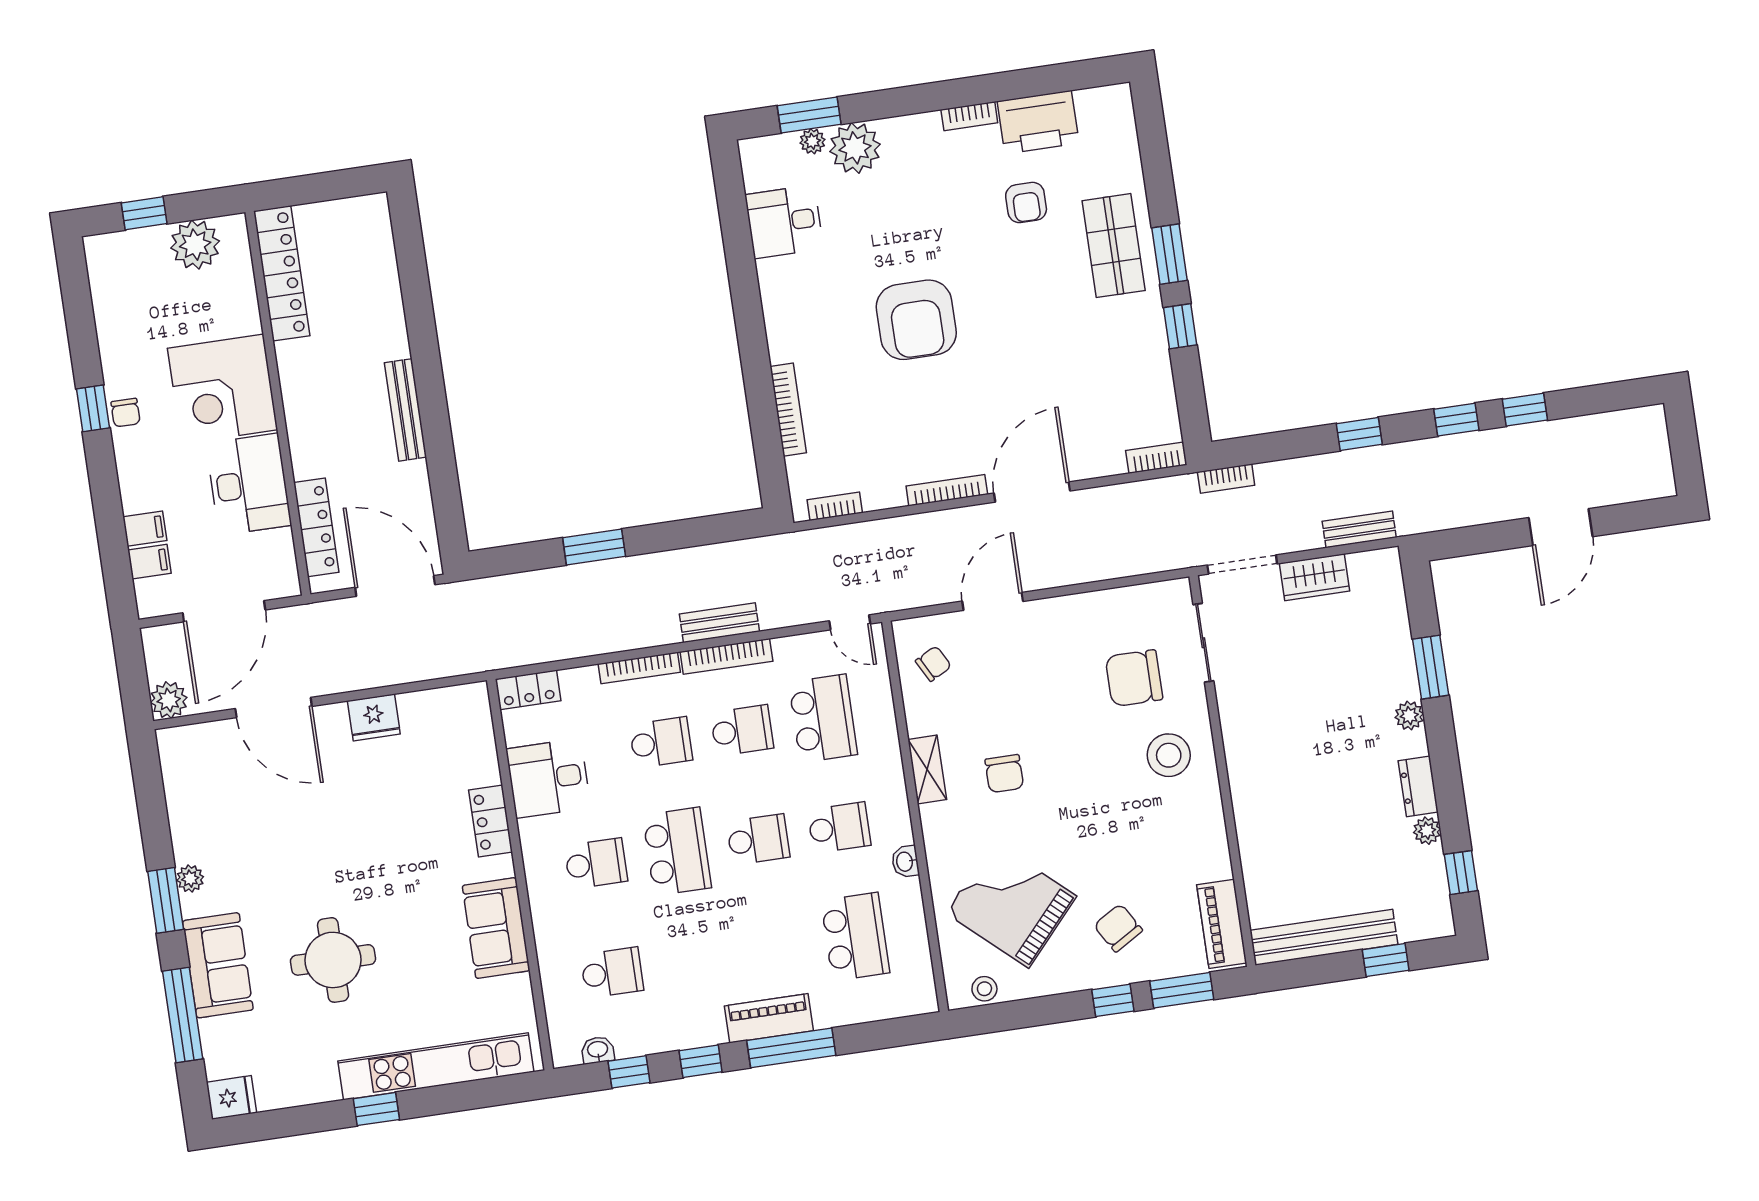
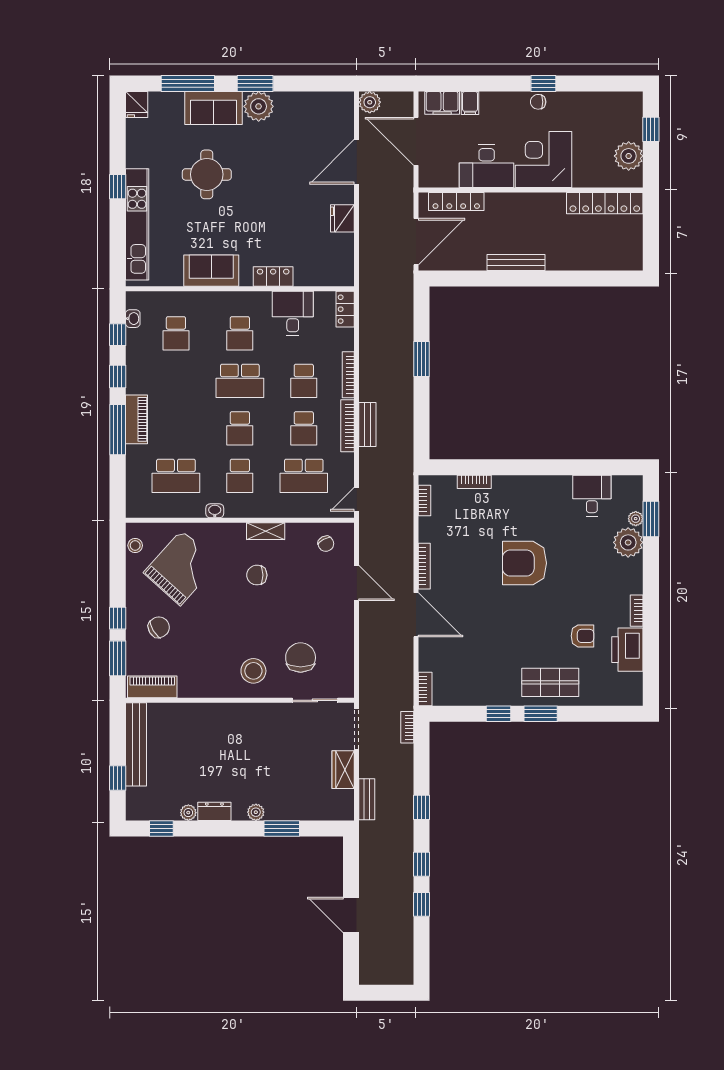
armchair: (1026, 202) -> (582, 636), turned 180
bookcase: (788, 410) -> (474, 482), width x0.64
filing cabinet: (149, 562) -> (442, 103), width x2.00
plant: (190, 879) -> (259, 106), width x1.88, depth x1.88

